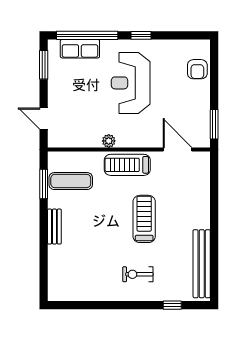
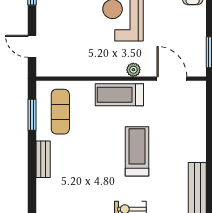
plant: (109, 141) -> (133, 70), moved
exercise mat: (71, 181) -> (60, 112), turned 90

